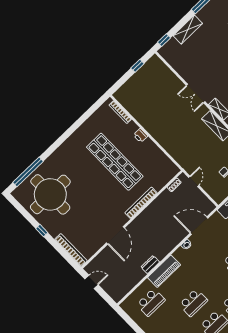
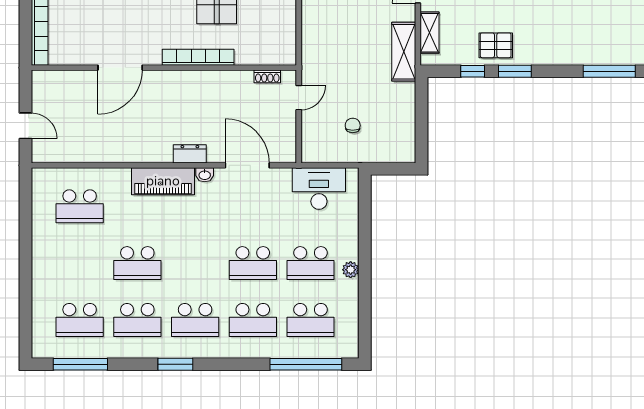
dresser: (150, 265) -> (190, 154), moved
piano: (164, 271) -> (163, 181), moved
door: (91, 282) -> (25, 126), moved

